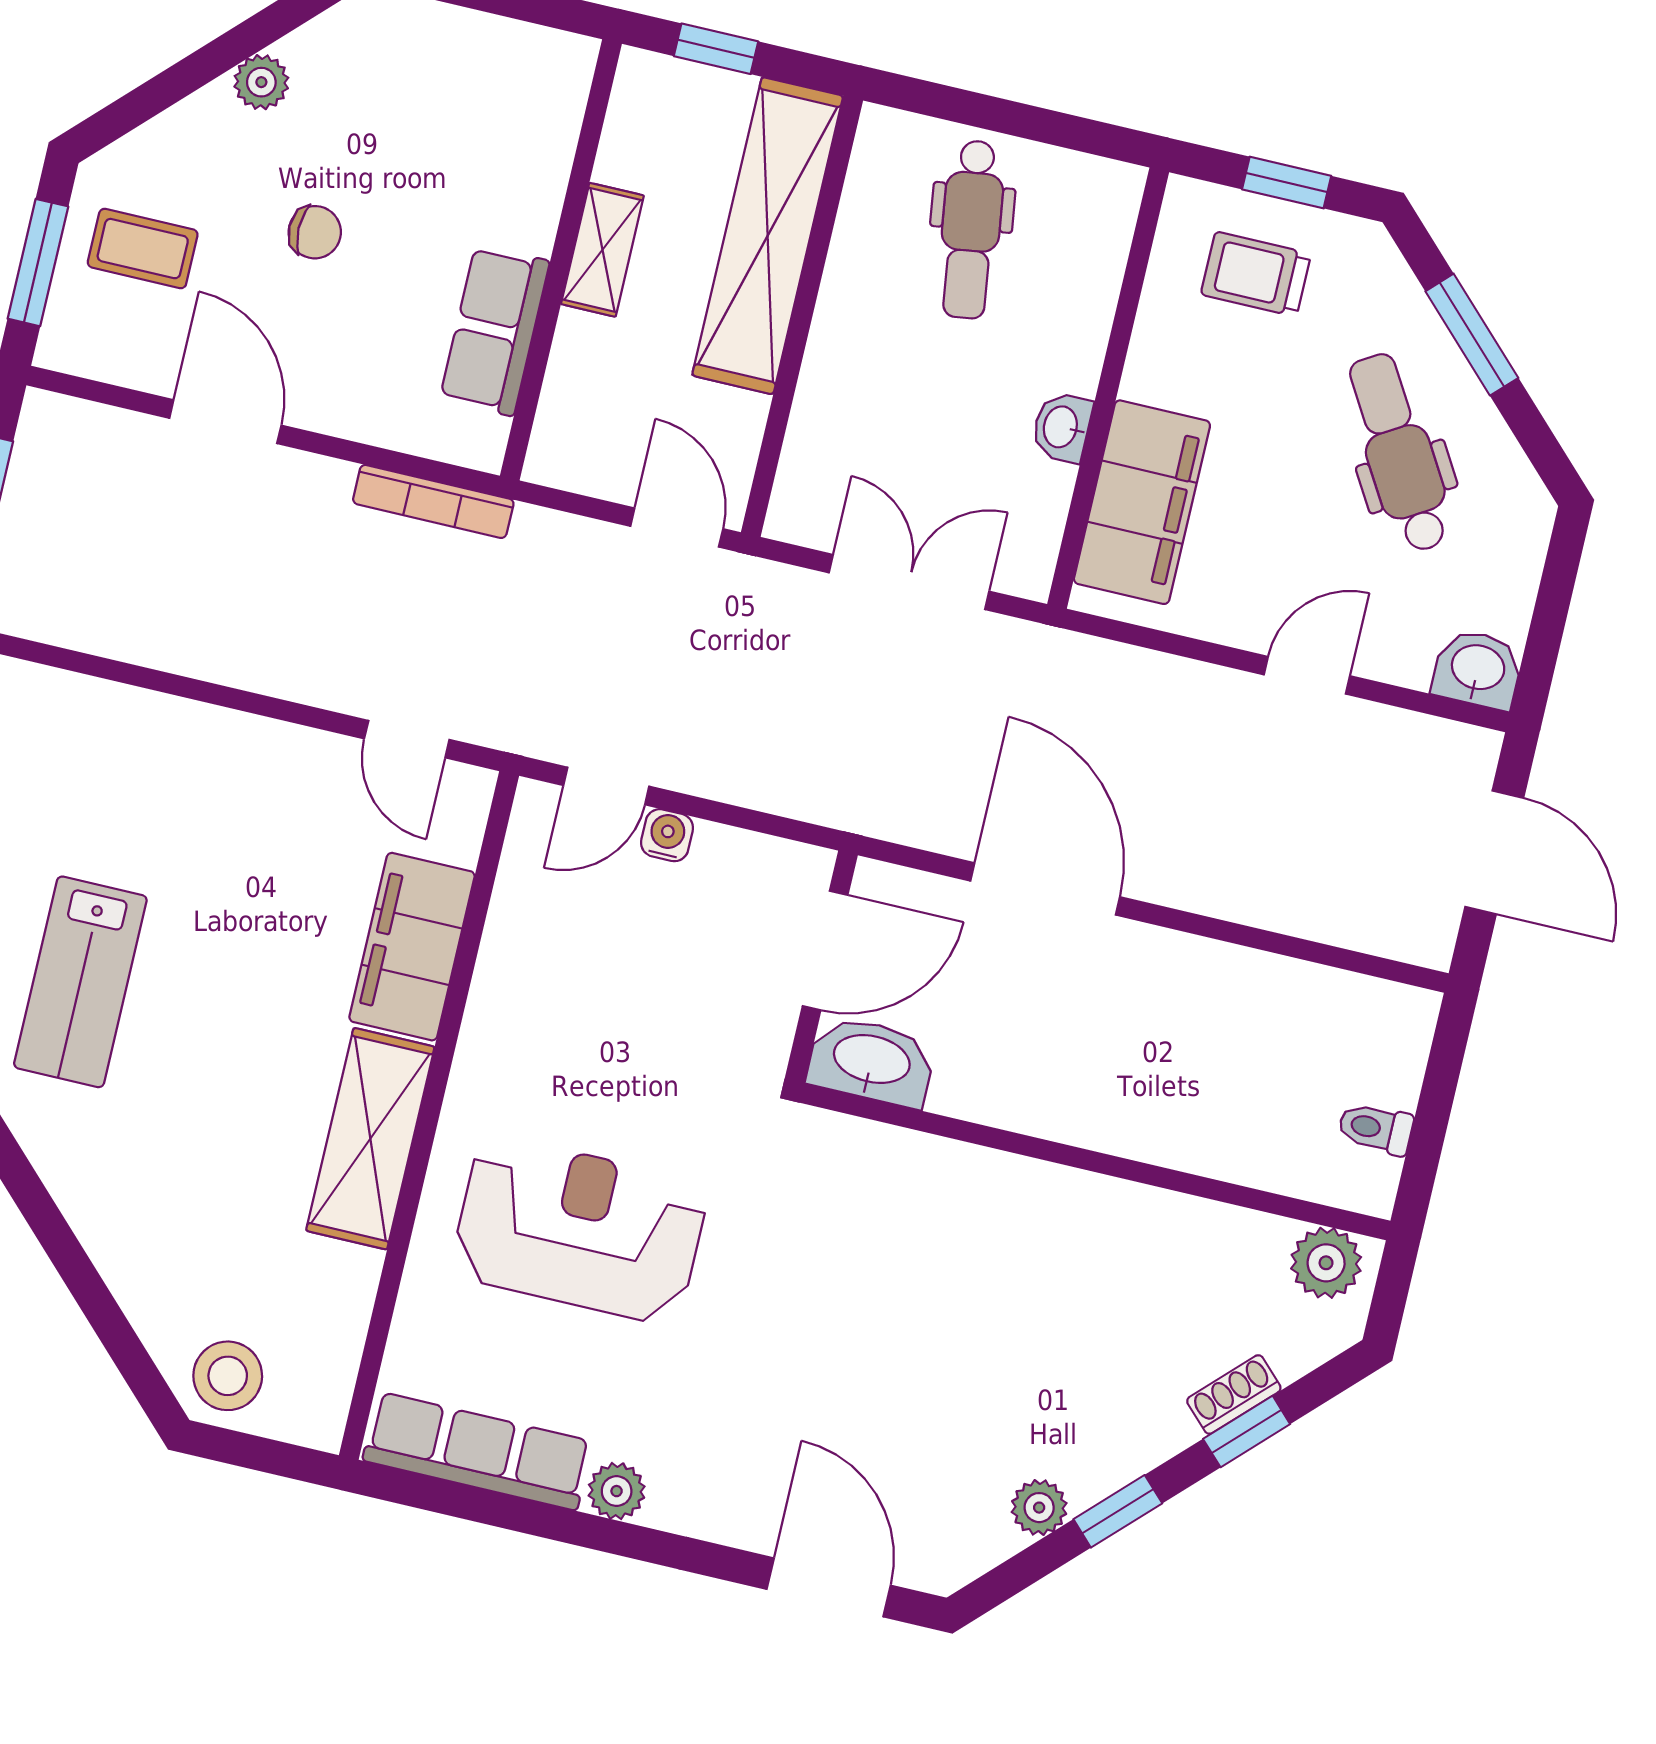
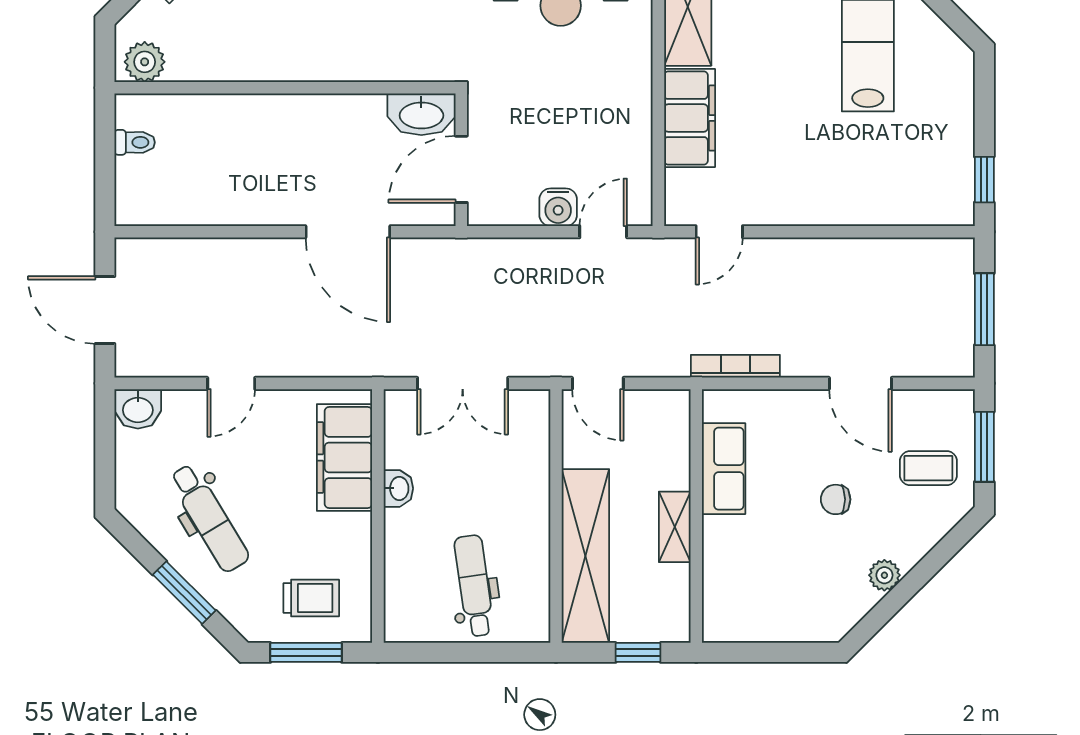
window: (1287, 183) -> (306, 652), width x1.50
door: (407, 739) -> (719, 232), swing flipped
water cooler: (667, 835) -> (558, 207), width x1.38, depth x1.38

